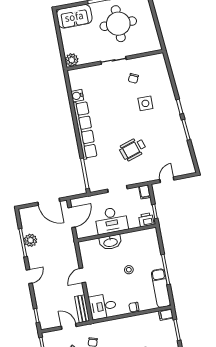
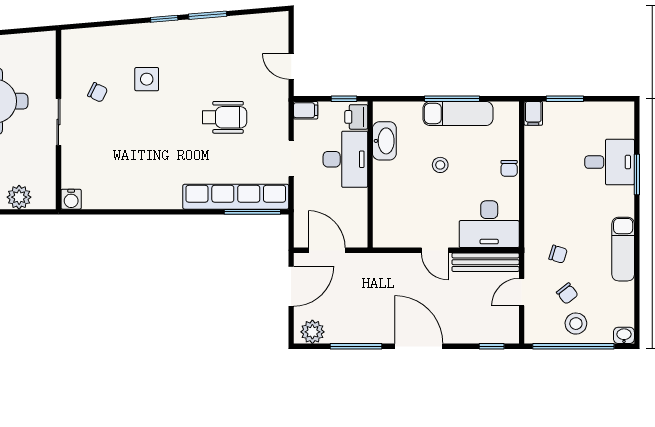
plant: (72, 60) -> (19, 197), moved
water cooler: (77, 96) -> (71, 199), moved
row of seats: (85, 130) -> (236, 197), moved
wheelchair: (133, 149) -> (225, 117), turned -72
desk: (111, 220) -> (345, 159), moved
plant: (31, 240) -> (312, 332), moved
washbasin: (110, 242) -> (384, 141), moved
door: (29, 277) -> (419, 346), width x1.88
exam couch: (161, 288) -> (458, 113), moved
desk: (103, 306) -> (489, 224), width x1.37
bench: (82, 309) -> (486, 262), width x1.36

